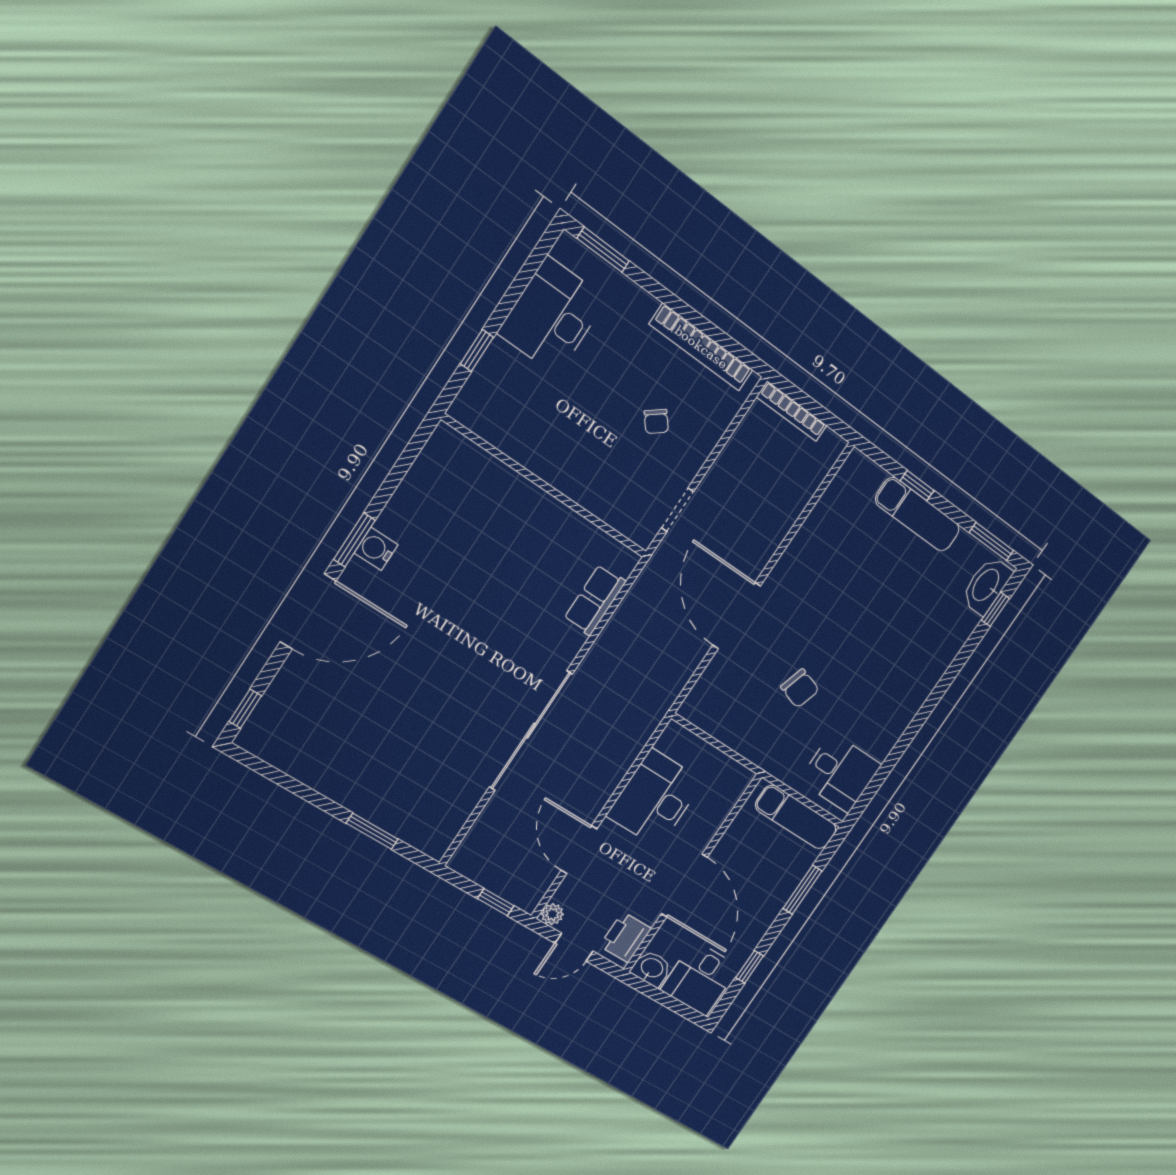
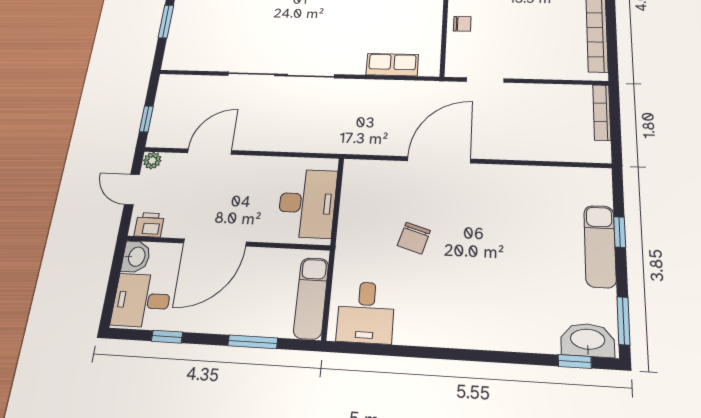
chair: (656, 421) -> (462, 24), moved, turned -141
desk: (655, 798) -> (307, 203), moved, turned 90
printer: (625, 937) -> (149, 225), width x0.73, depth x0.81

